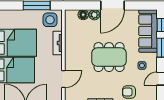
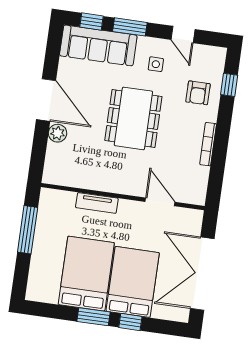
floor lamp: (83, 15) -> (55, 152), removed
side table: (50, 20) -> (55, 210), removed

